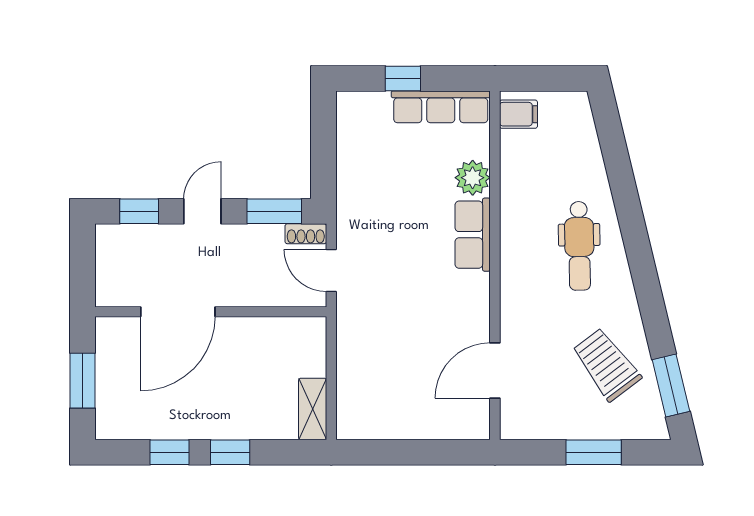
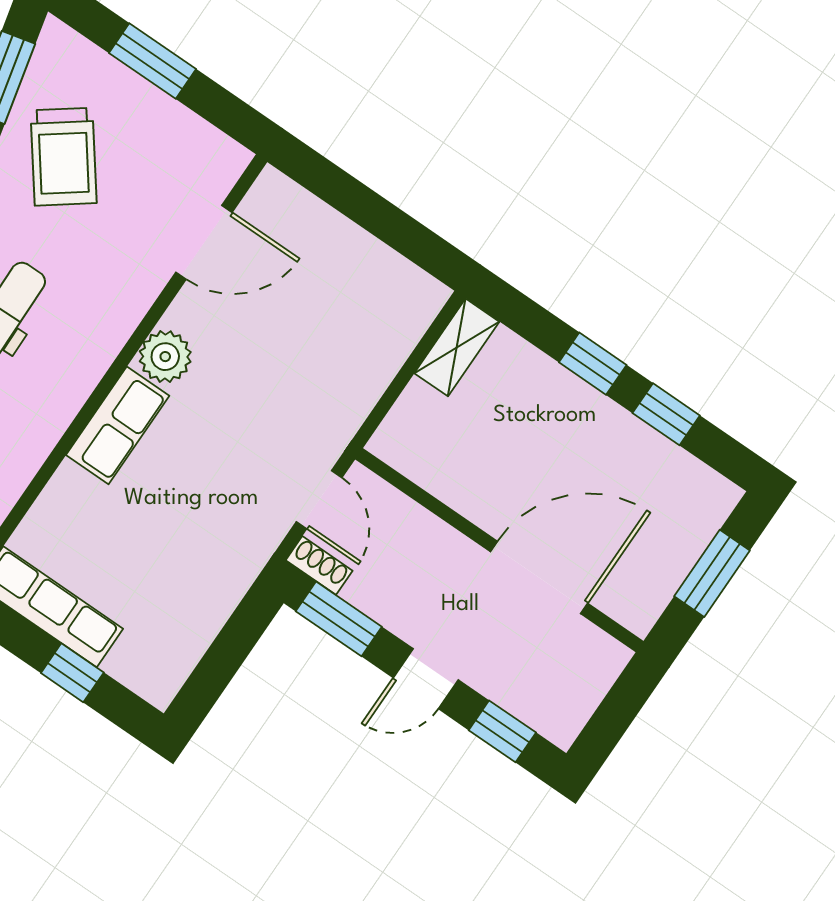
plant: (473, 178) -> (165, 357), moved

